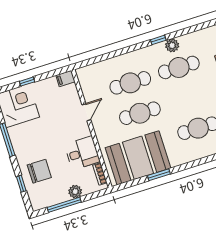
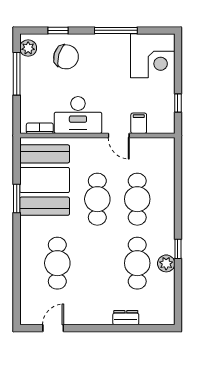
filing cabinet: (65, 79) -> (139, 123), moved
window: (27, 82) -> (178, 103), moved
desk: (82, 153) -> (78, 115), width x1.37
chair: (39, 171) -> (66, 57), turned -74
plant: (75, 192) -> (28, 48), moved

